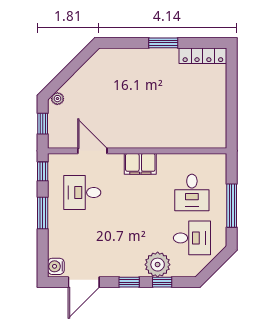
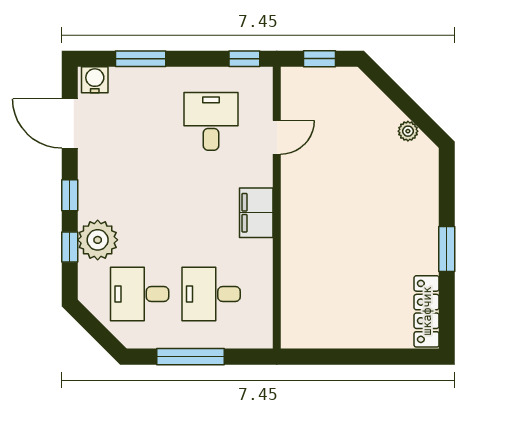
plant: (57, 99) -> (408, 131), moved
door: (92, 151) -> (277, 137), width x0.73
window: (43, 213) -> (141, 59), moved
desk: (192, 238) -> (140, 294), turned 90

